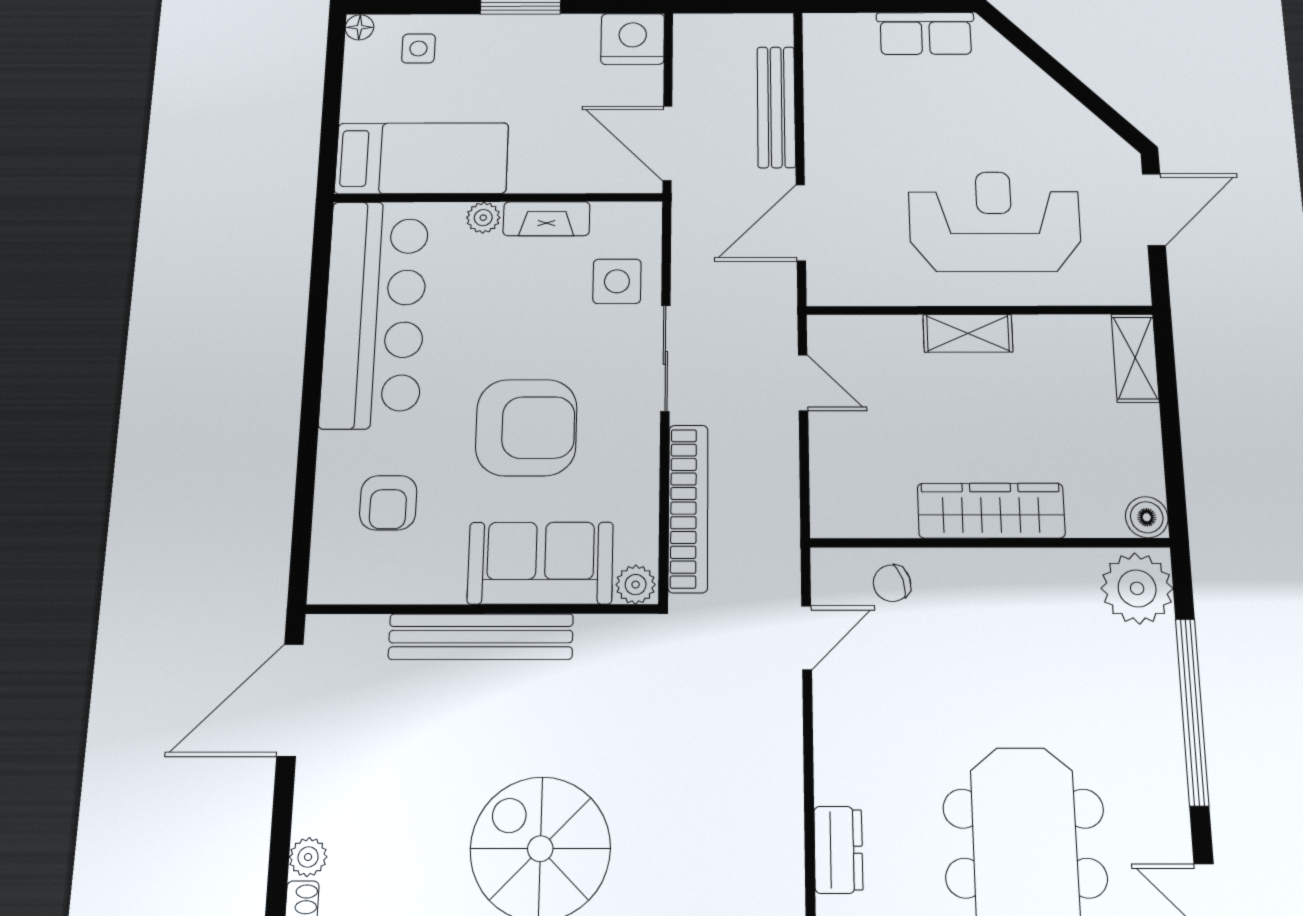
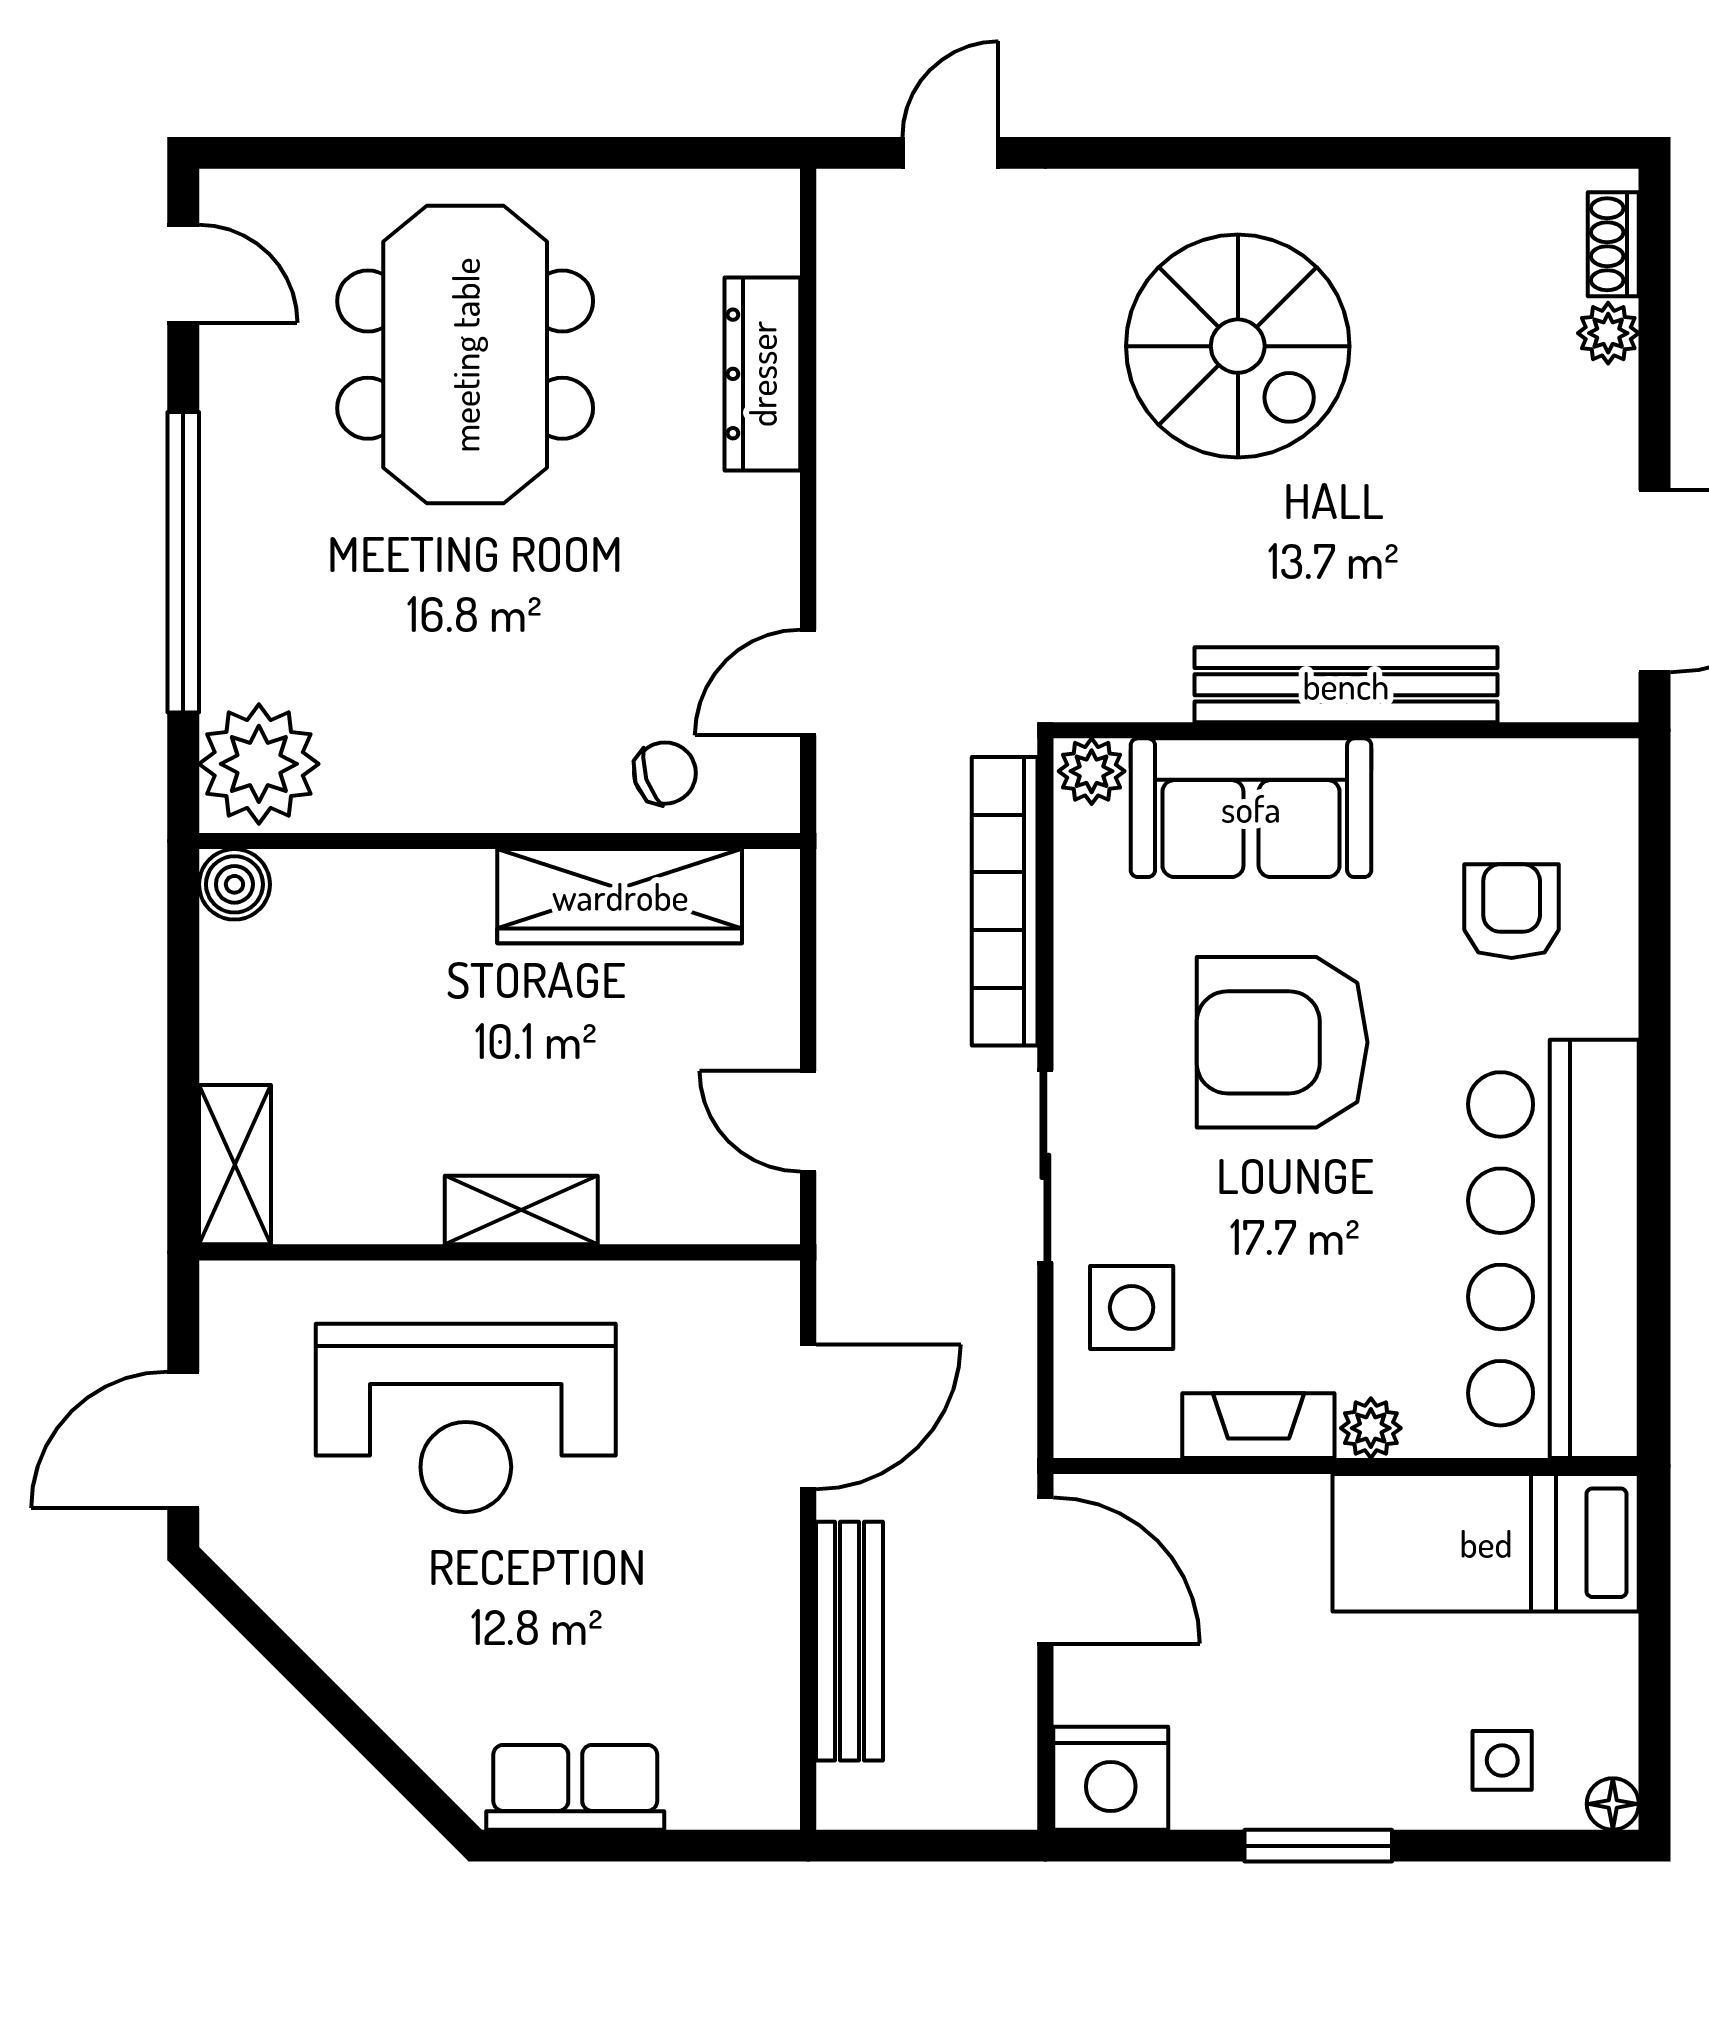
wardrobe: (991, 511) -> (620, 896), moved
dresser: (838, 850) -> (762, 374), width x1.44

